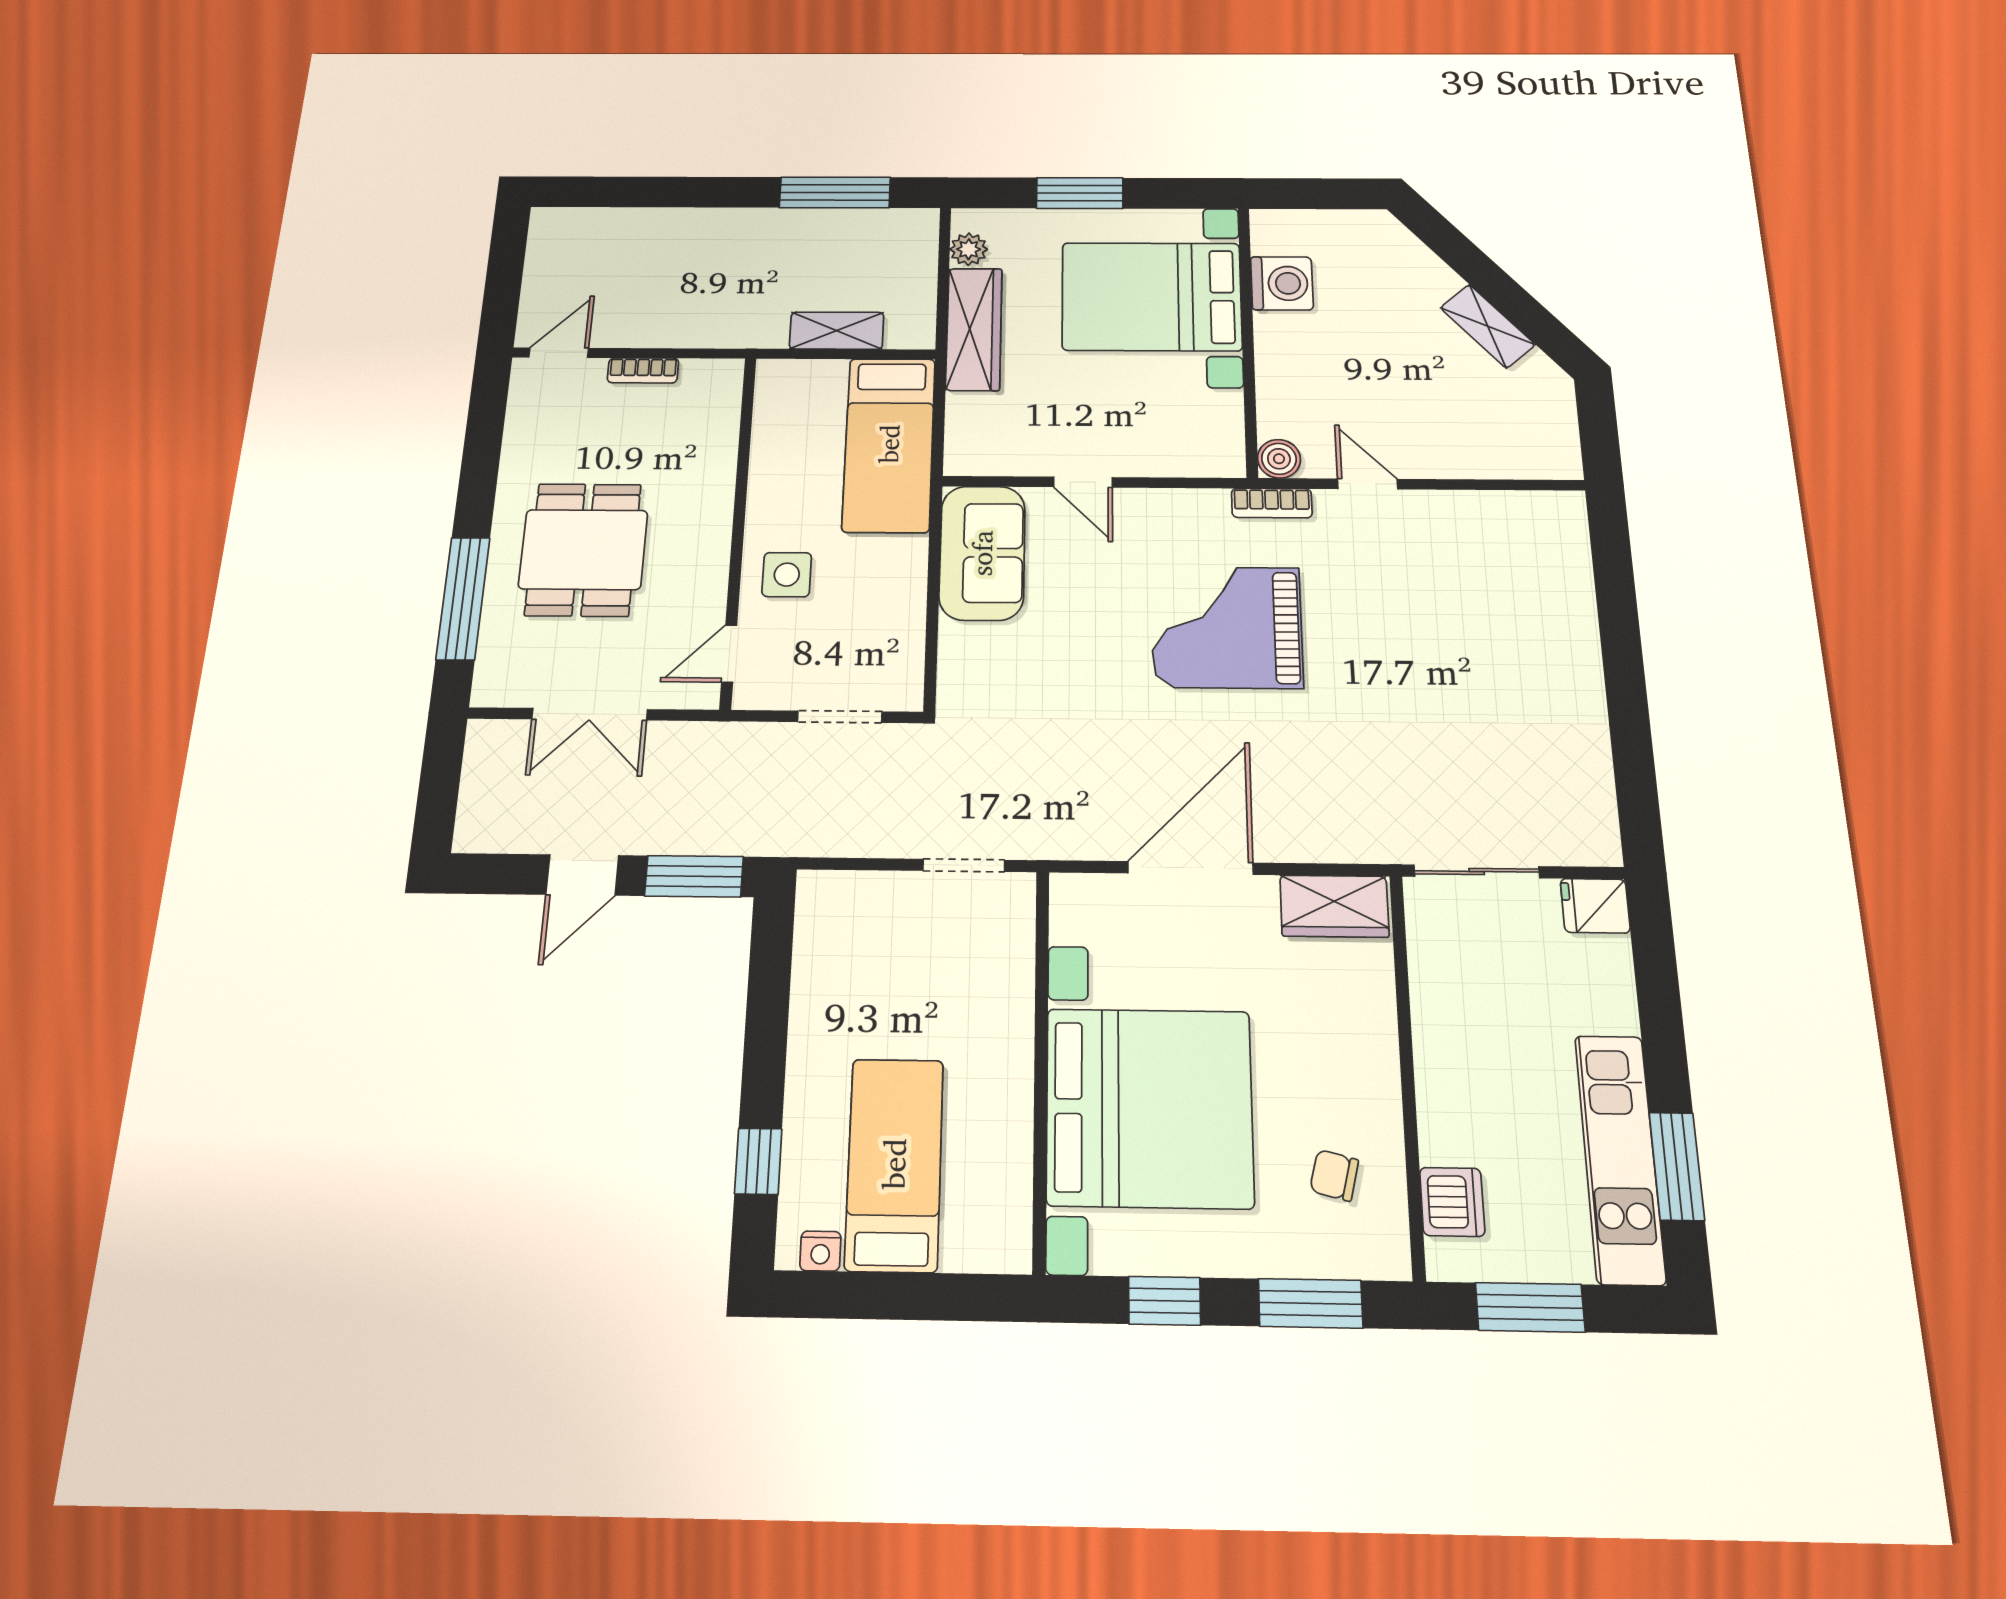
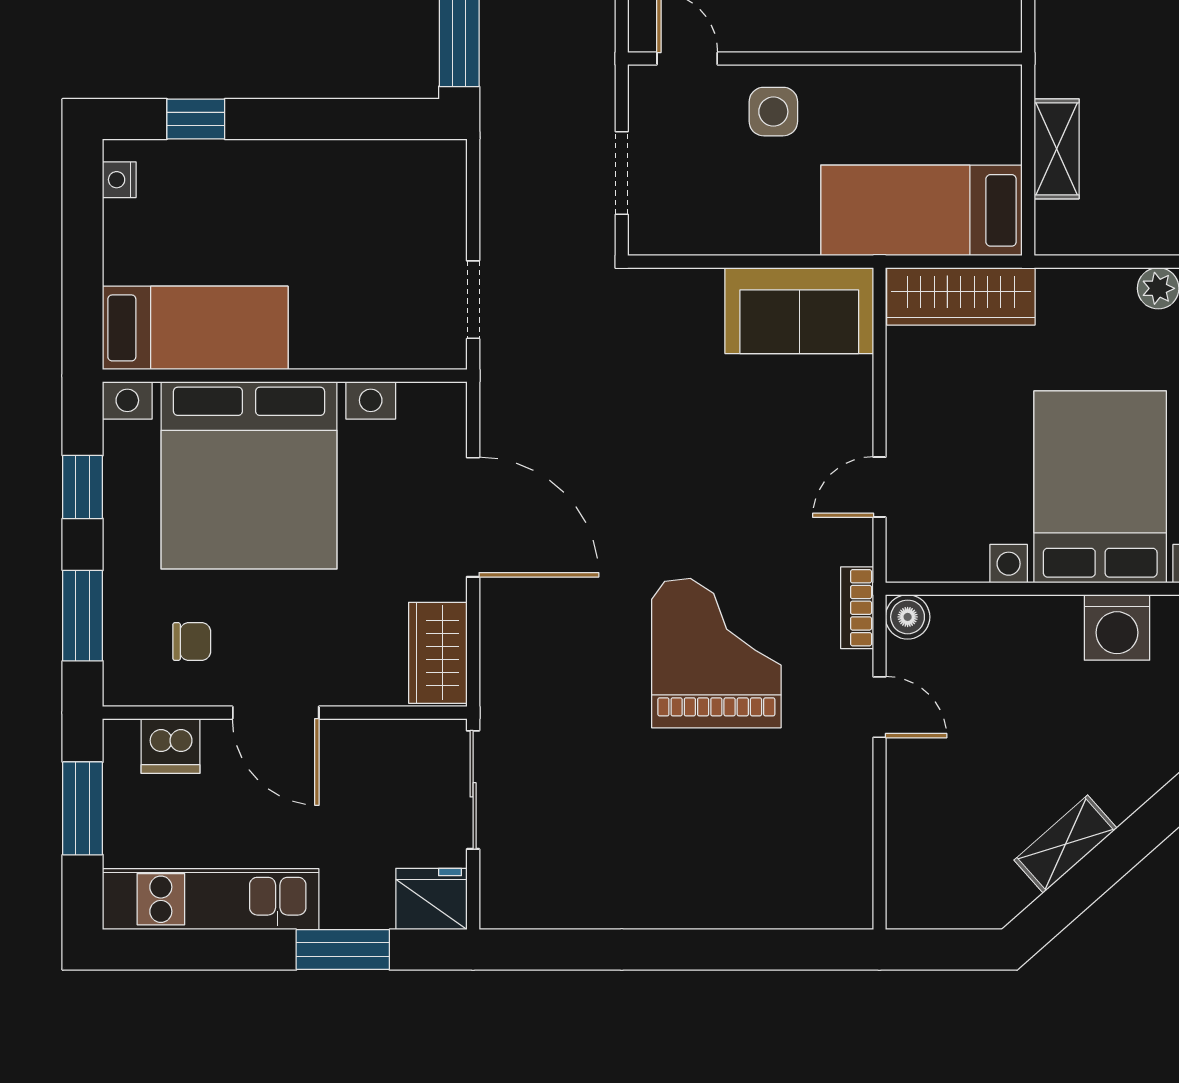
wardrobe: (974, 329) -> (961, 296), moved
door: (1083, 482) -> (879, 487), moved
door: (1368, 484) -> (879, 707), hinge flipped
grand piano: (1227, 627) -> (716, 653), moved
fridge: (1595, 906) -> (431, 899), width x1.38
door: (1408, 1082) -> (276, 713), added
bed: (894, 1164) -> (195, 328), moved
window: (1677, 1166) -> (343, 950), moved
chair: (1334, 1175) -> (192, 642), turned 76

